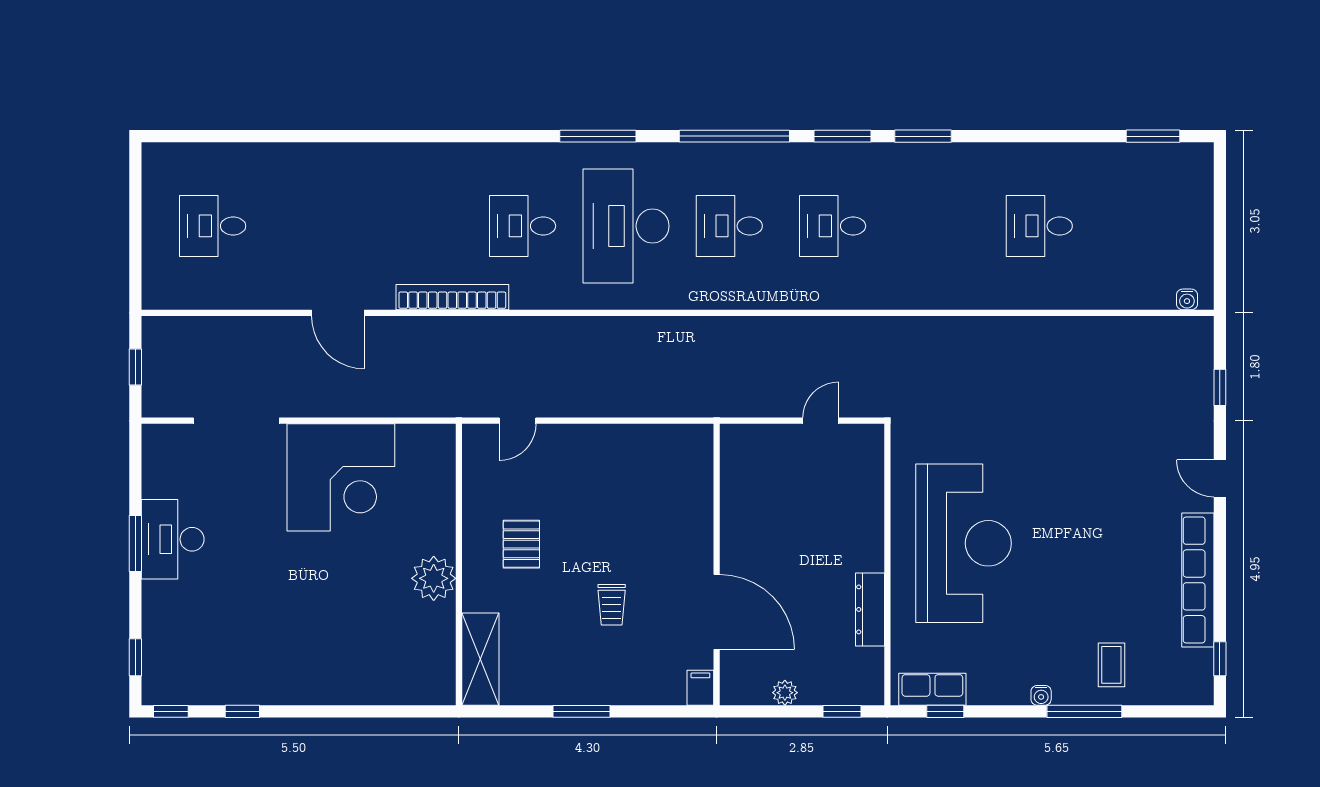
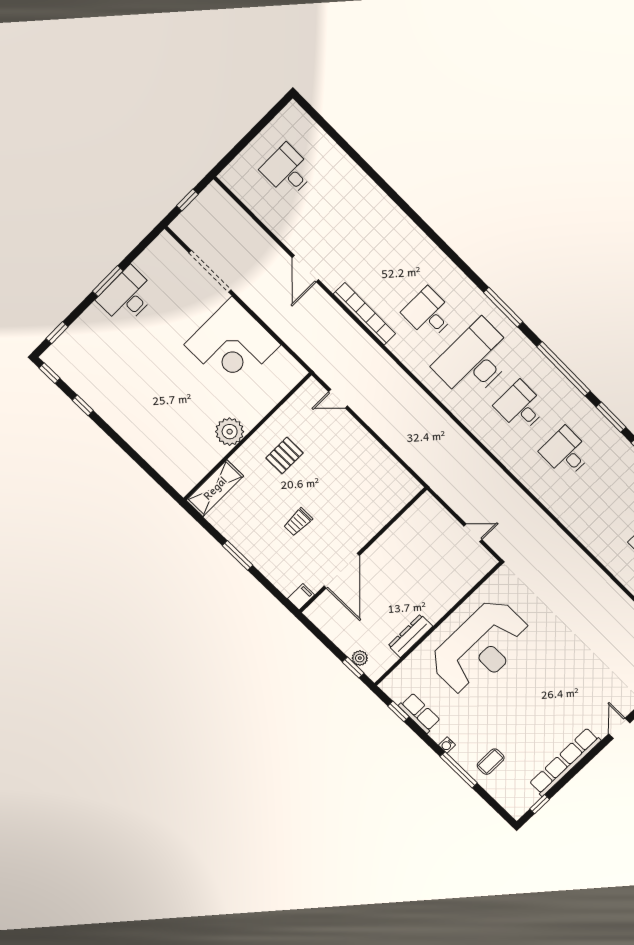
row of seats: (932, 689) -> (419, 713), moved
plant: (785, 693) -> (360, 658), moved

